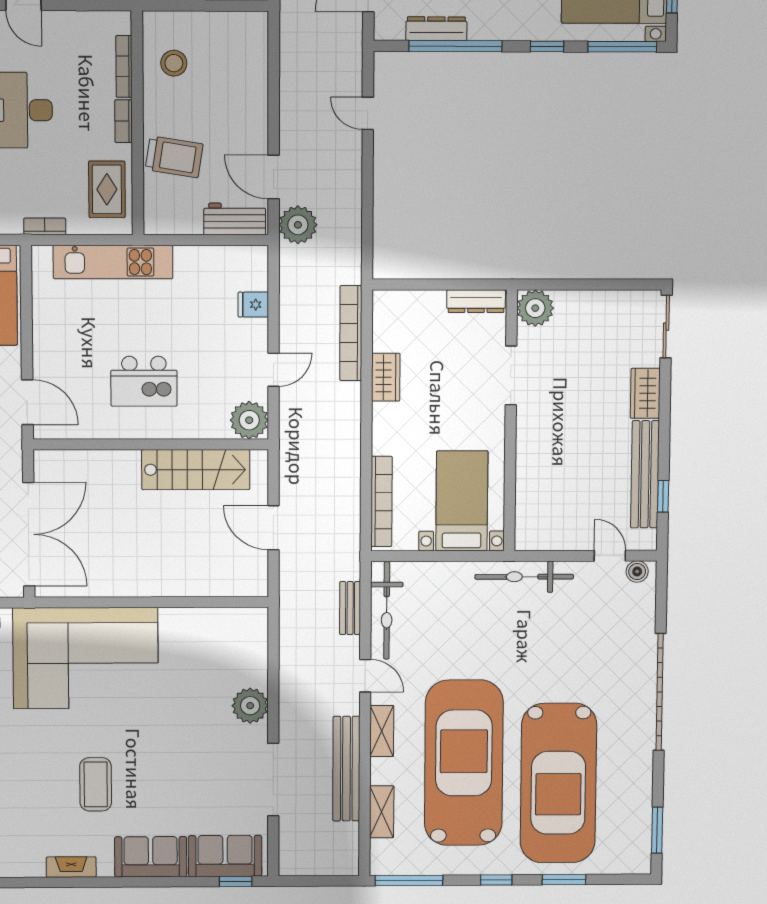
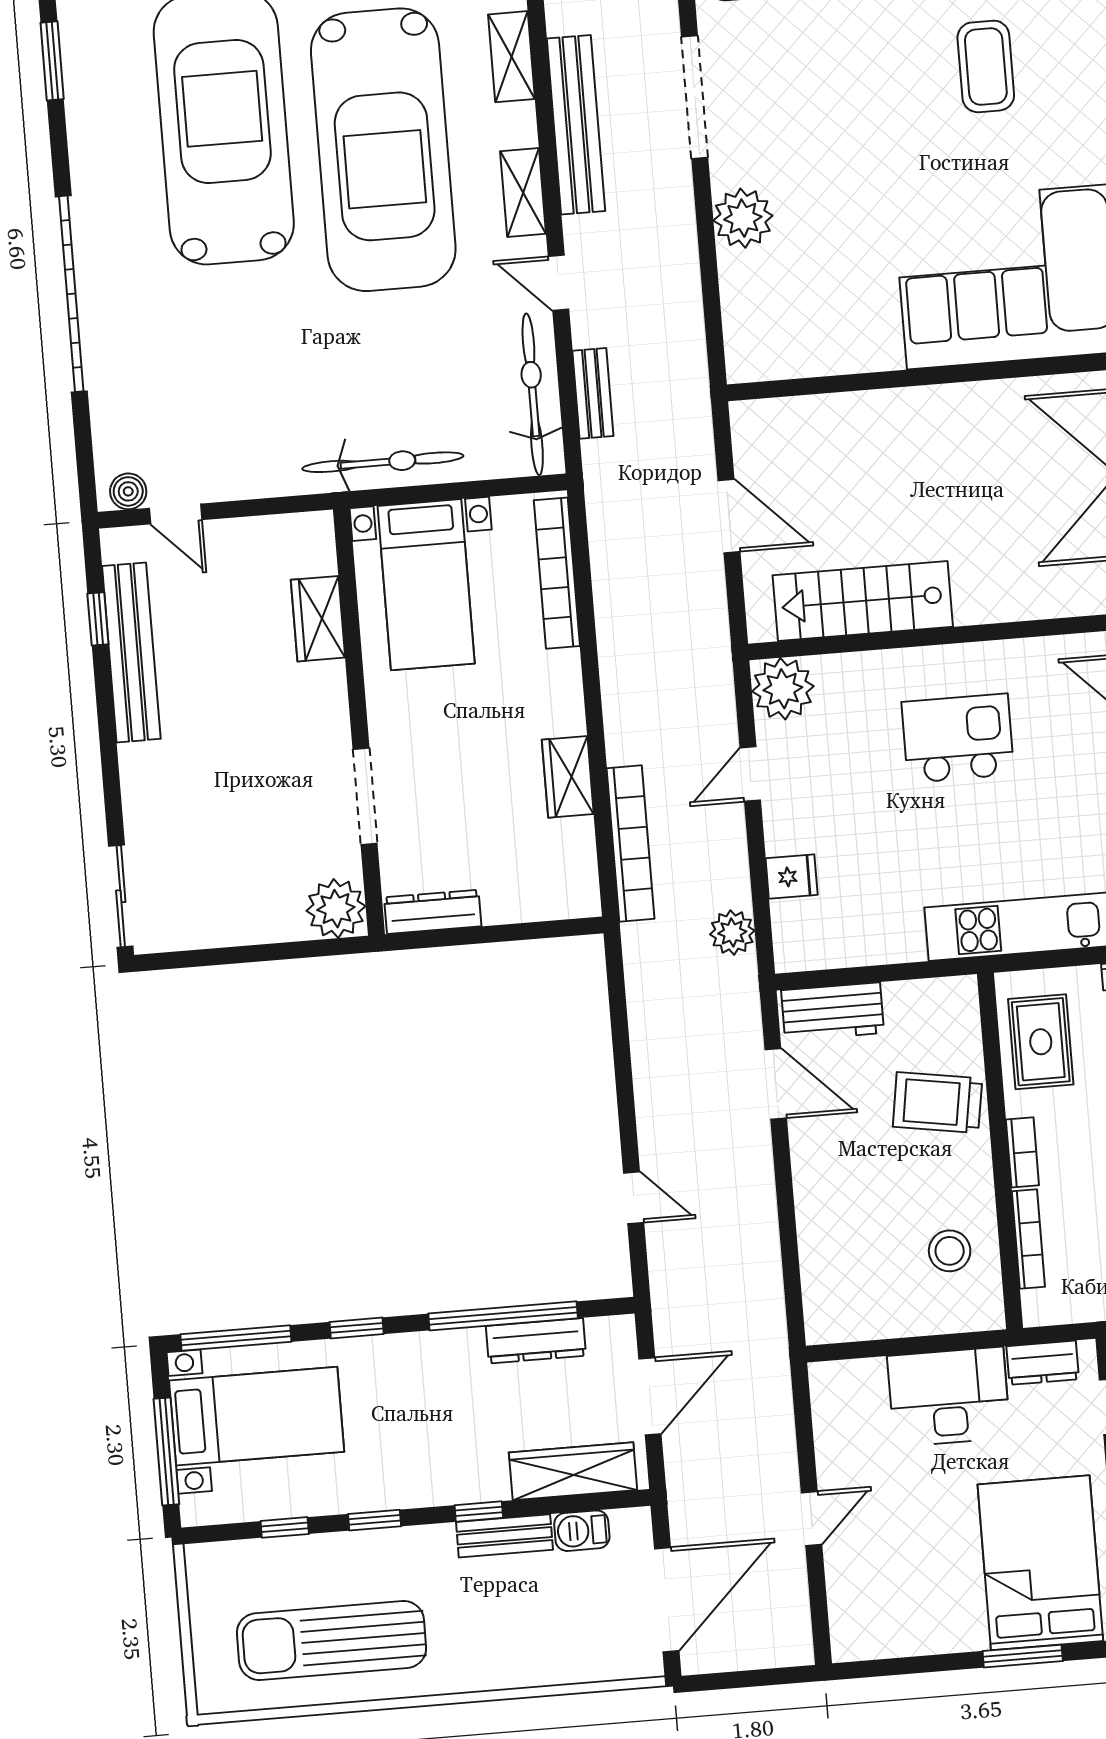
plant: (298, 225) -> (732, 932), moved, width x0.73, depth x0.73
wardrobe: (645, 393) -> (318, 619), moved, turned 180
bicycle: (524, 577) -> (383, 462), moved

